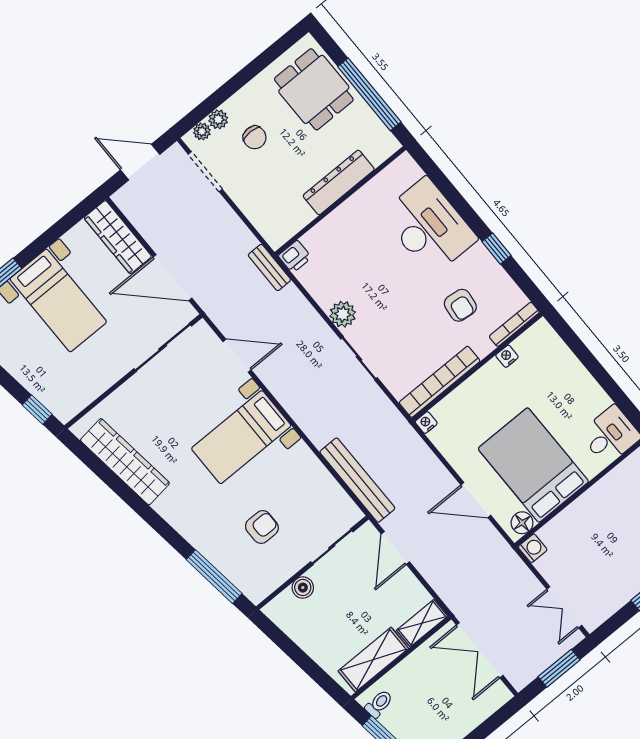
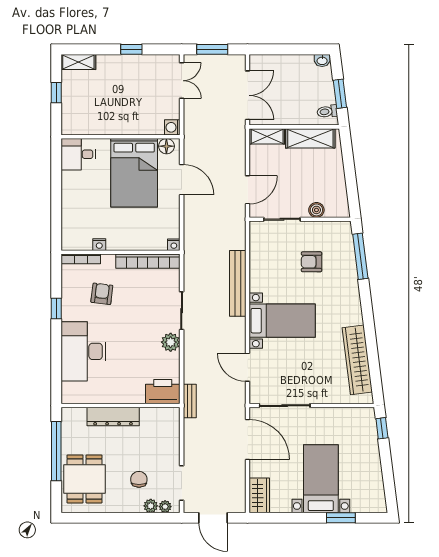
wardrobe: (118, 237) -> (259, 495), width x0.67
printer: (295, 257) -> (163, 392), width x1.87, depth x1.48
bench: (357, 480) -> (238, 283), moved

